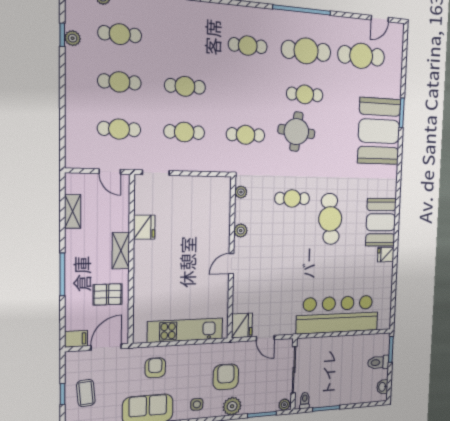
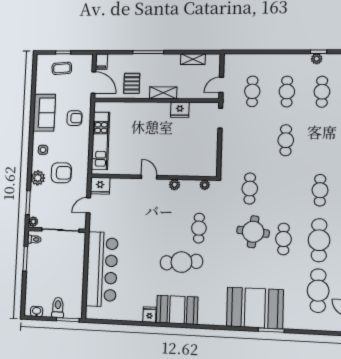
cafe table: (184, 132) -> (251, 140), removed

